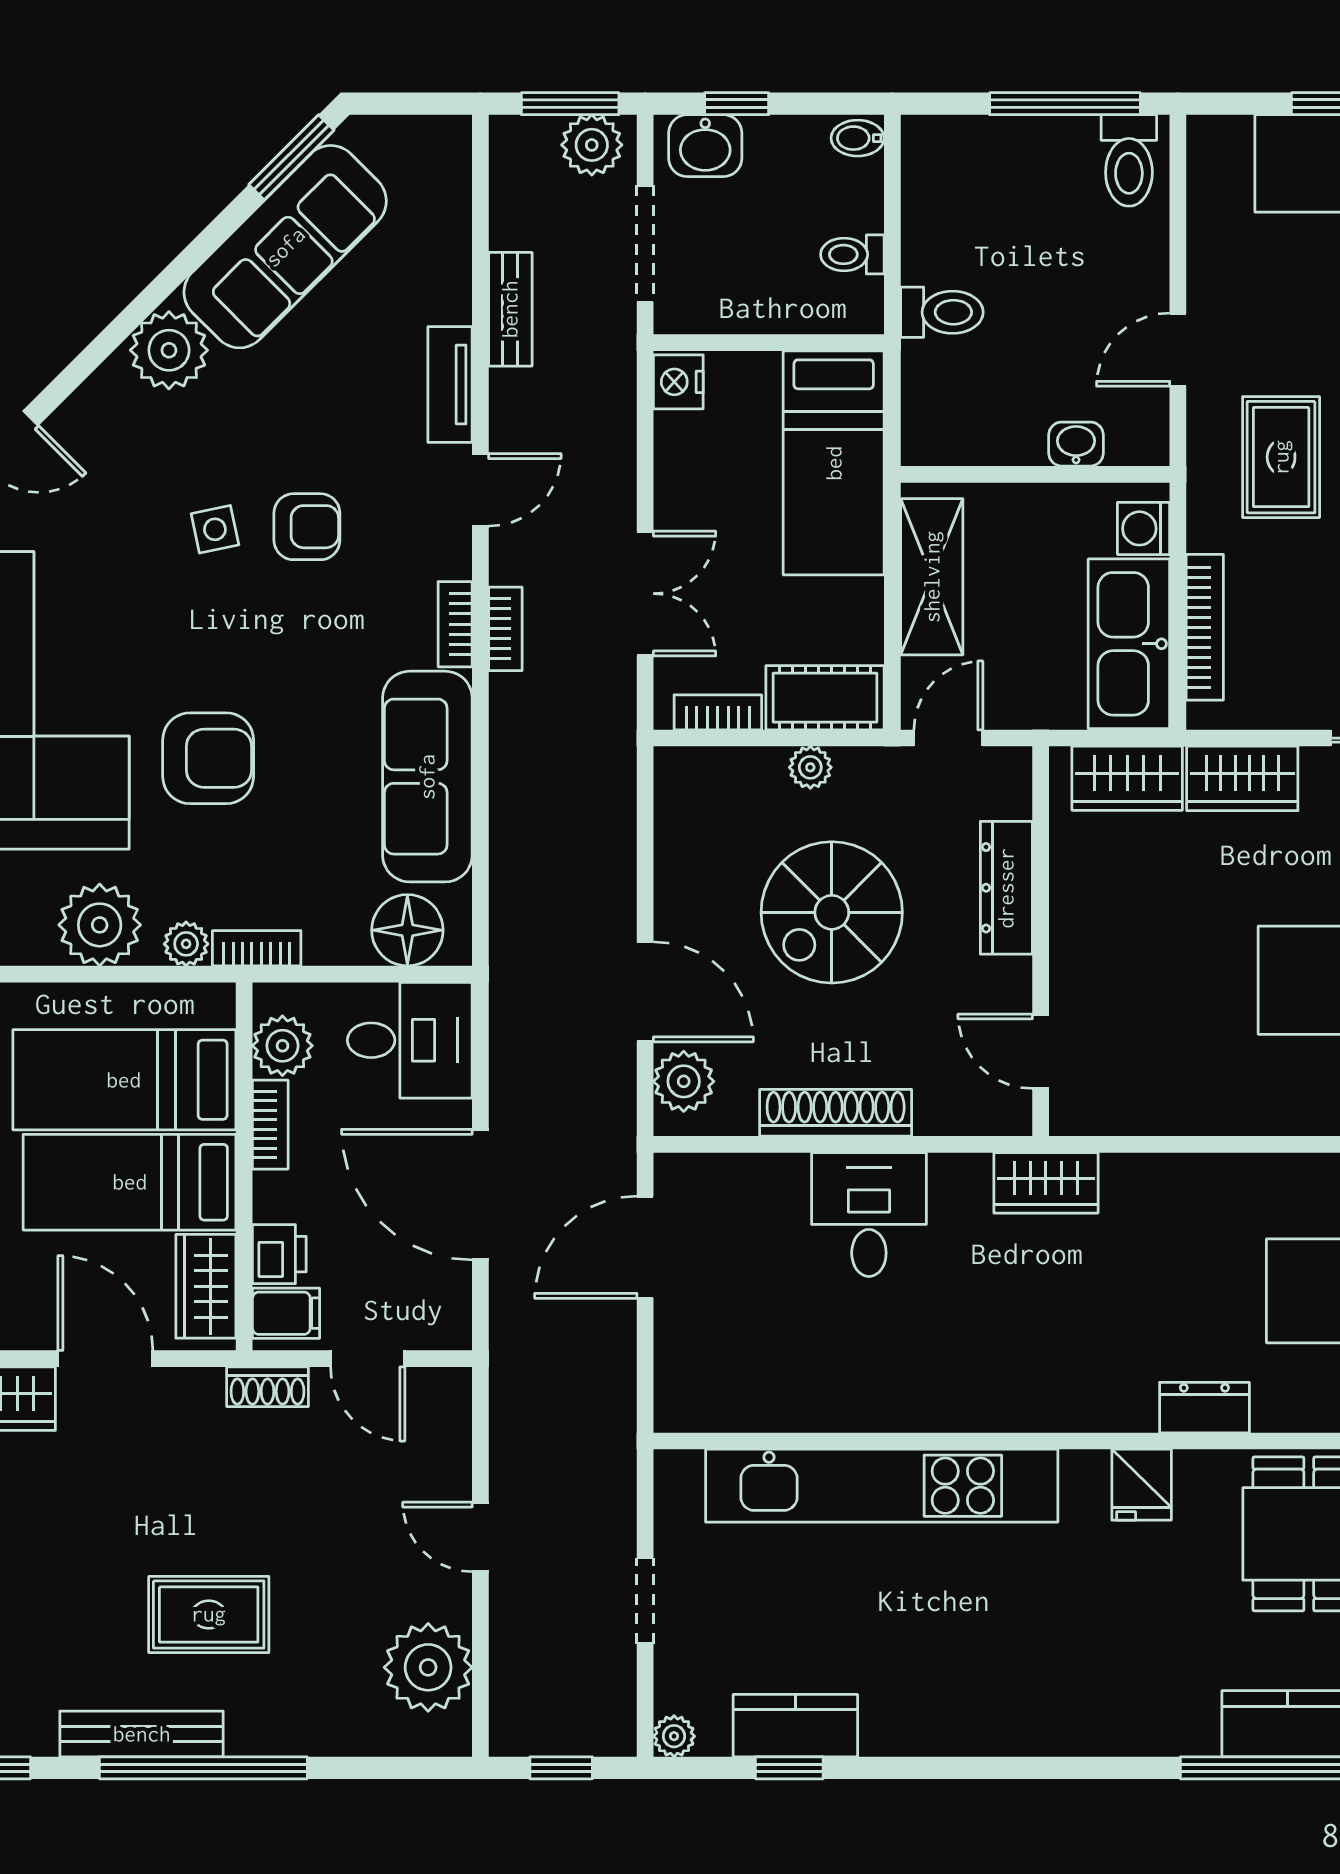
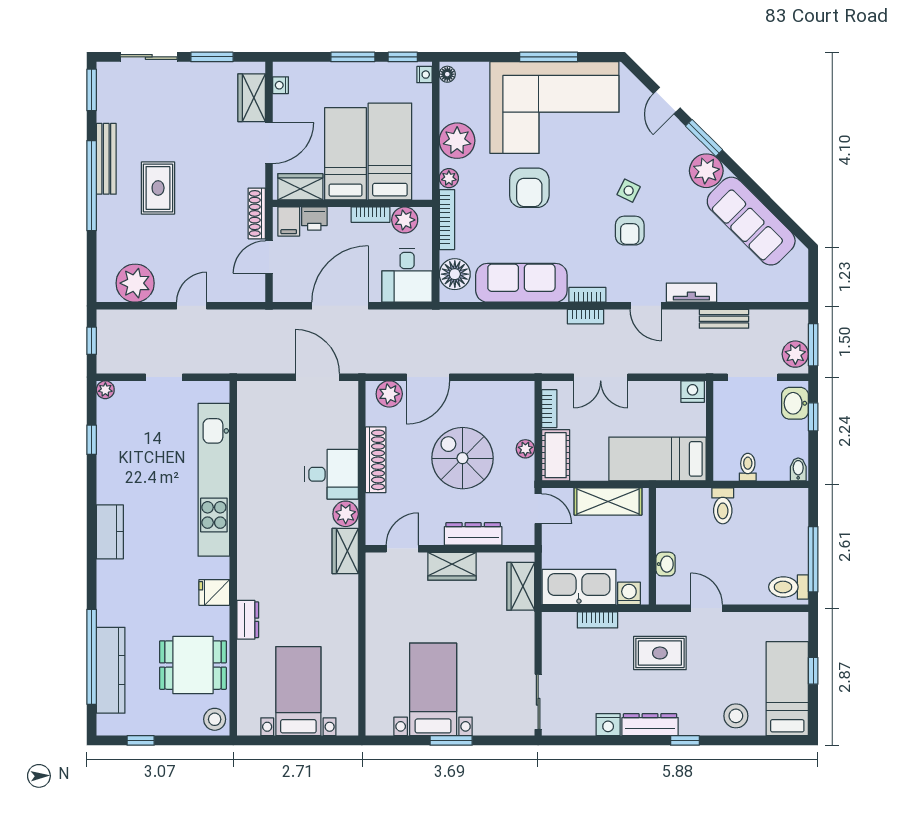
window: (291, 157) -> (704, 138), moved
side table: (215, 529) -> (629, 191), turned 38
bookcase: (1205, 627) -> (597, 620), width x0.64
wardrobe: (1242, 778) -> (452, 566), moved, turned -90
bookcase: (257, 948) -> (447, 220), width x1.56
plant: (960, 1182) -> (346, 514), added
shoe rack: (268, 1387) -> (257, 213), width x1.43
kitchen counter: (795, 1726) -> (110, 532), moved

